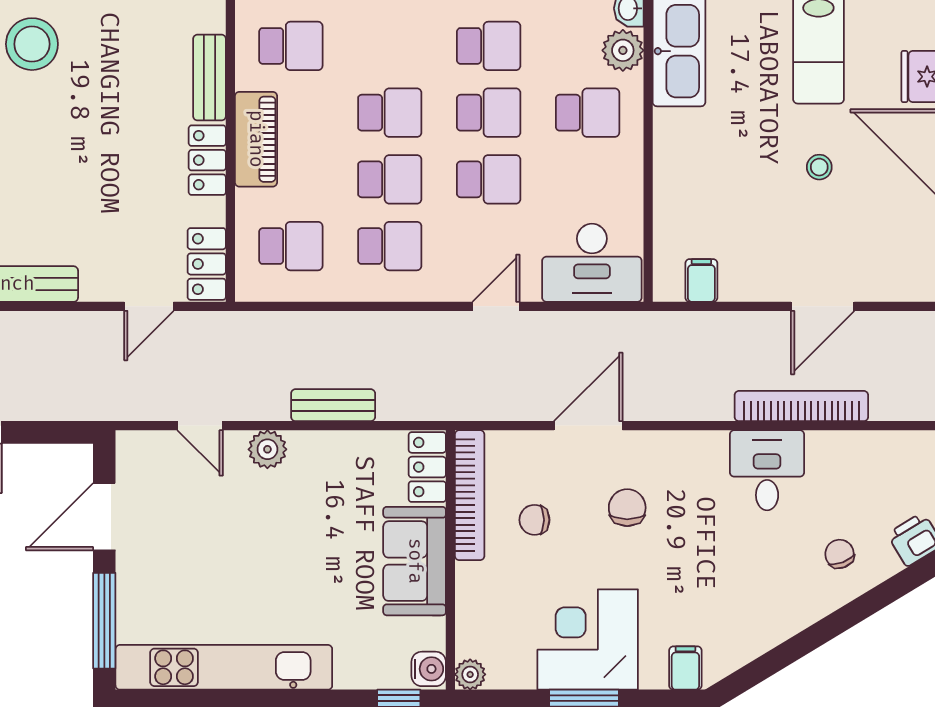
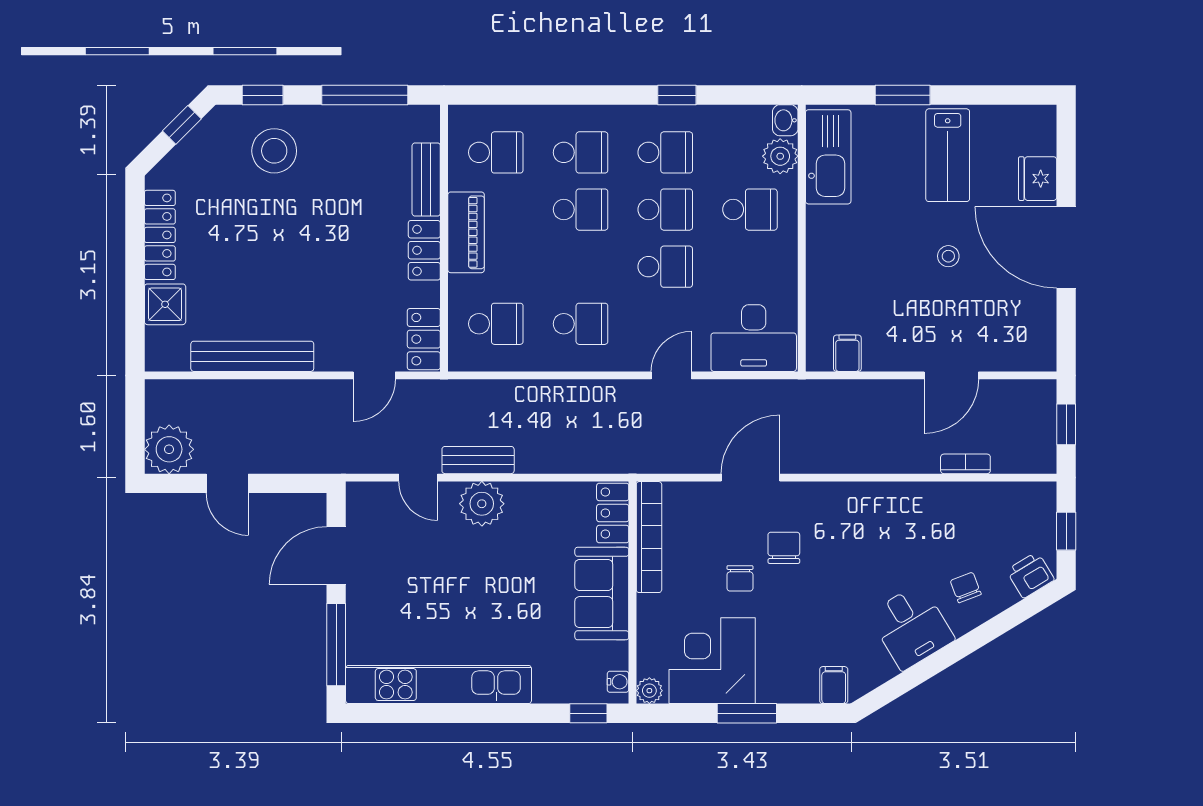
school desk: (390, 179) -> (581, 152), moved
bench: (333, 405) -> (478, 460), moved
bookcase: (801, 406) -> (965, 464), width x0.43, depth x0.76
plant: (267, 449) -> (482, 504), width x1.36, depth x1.36
desk: (767, 470) -> (911, 627), moved, turned 149
chair: (534, 520) -> (740, 578), moved, turned -90
corner desk: (588, 639) -> (712, 661), moved
water cooler: (429, 669) -> (618, 682), width x0.72, depth x0.72

